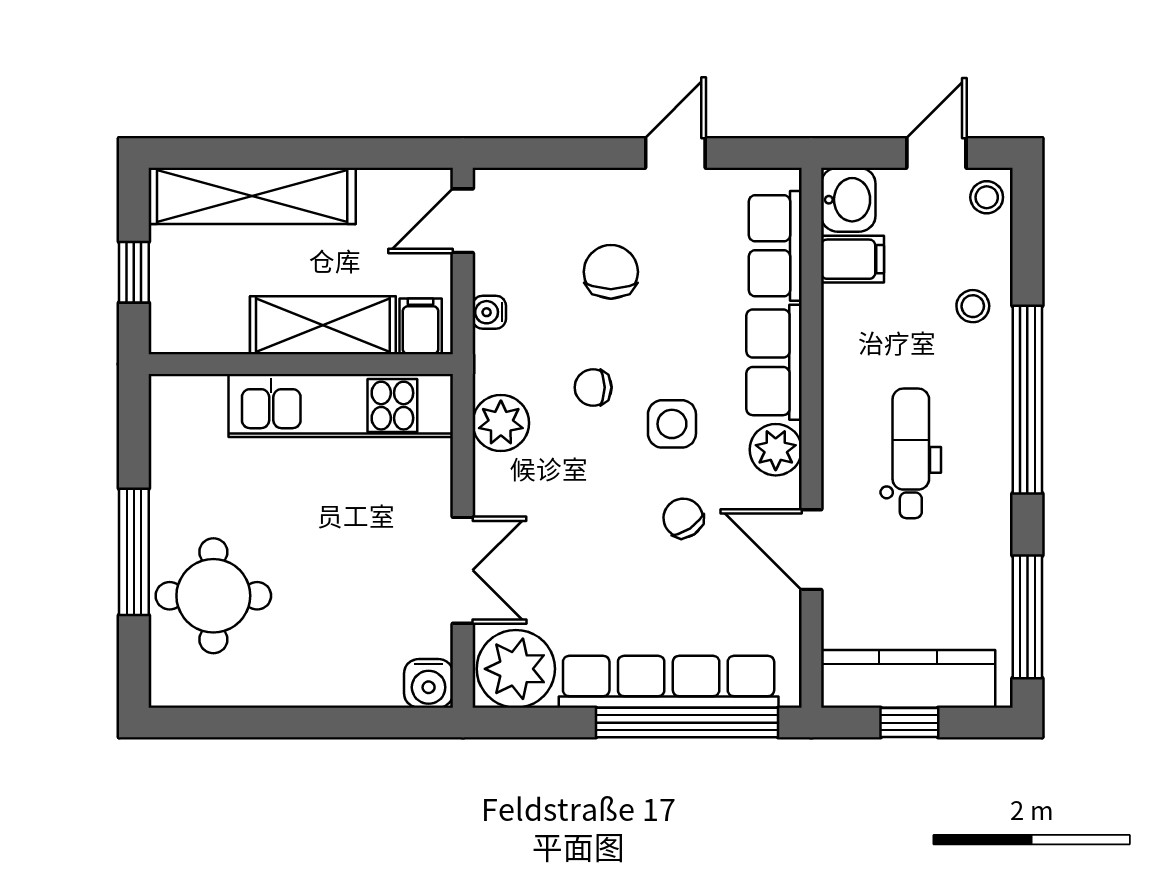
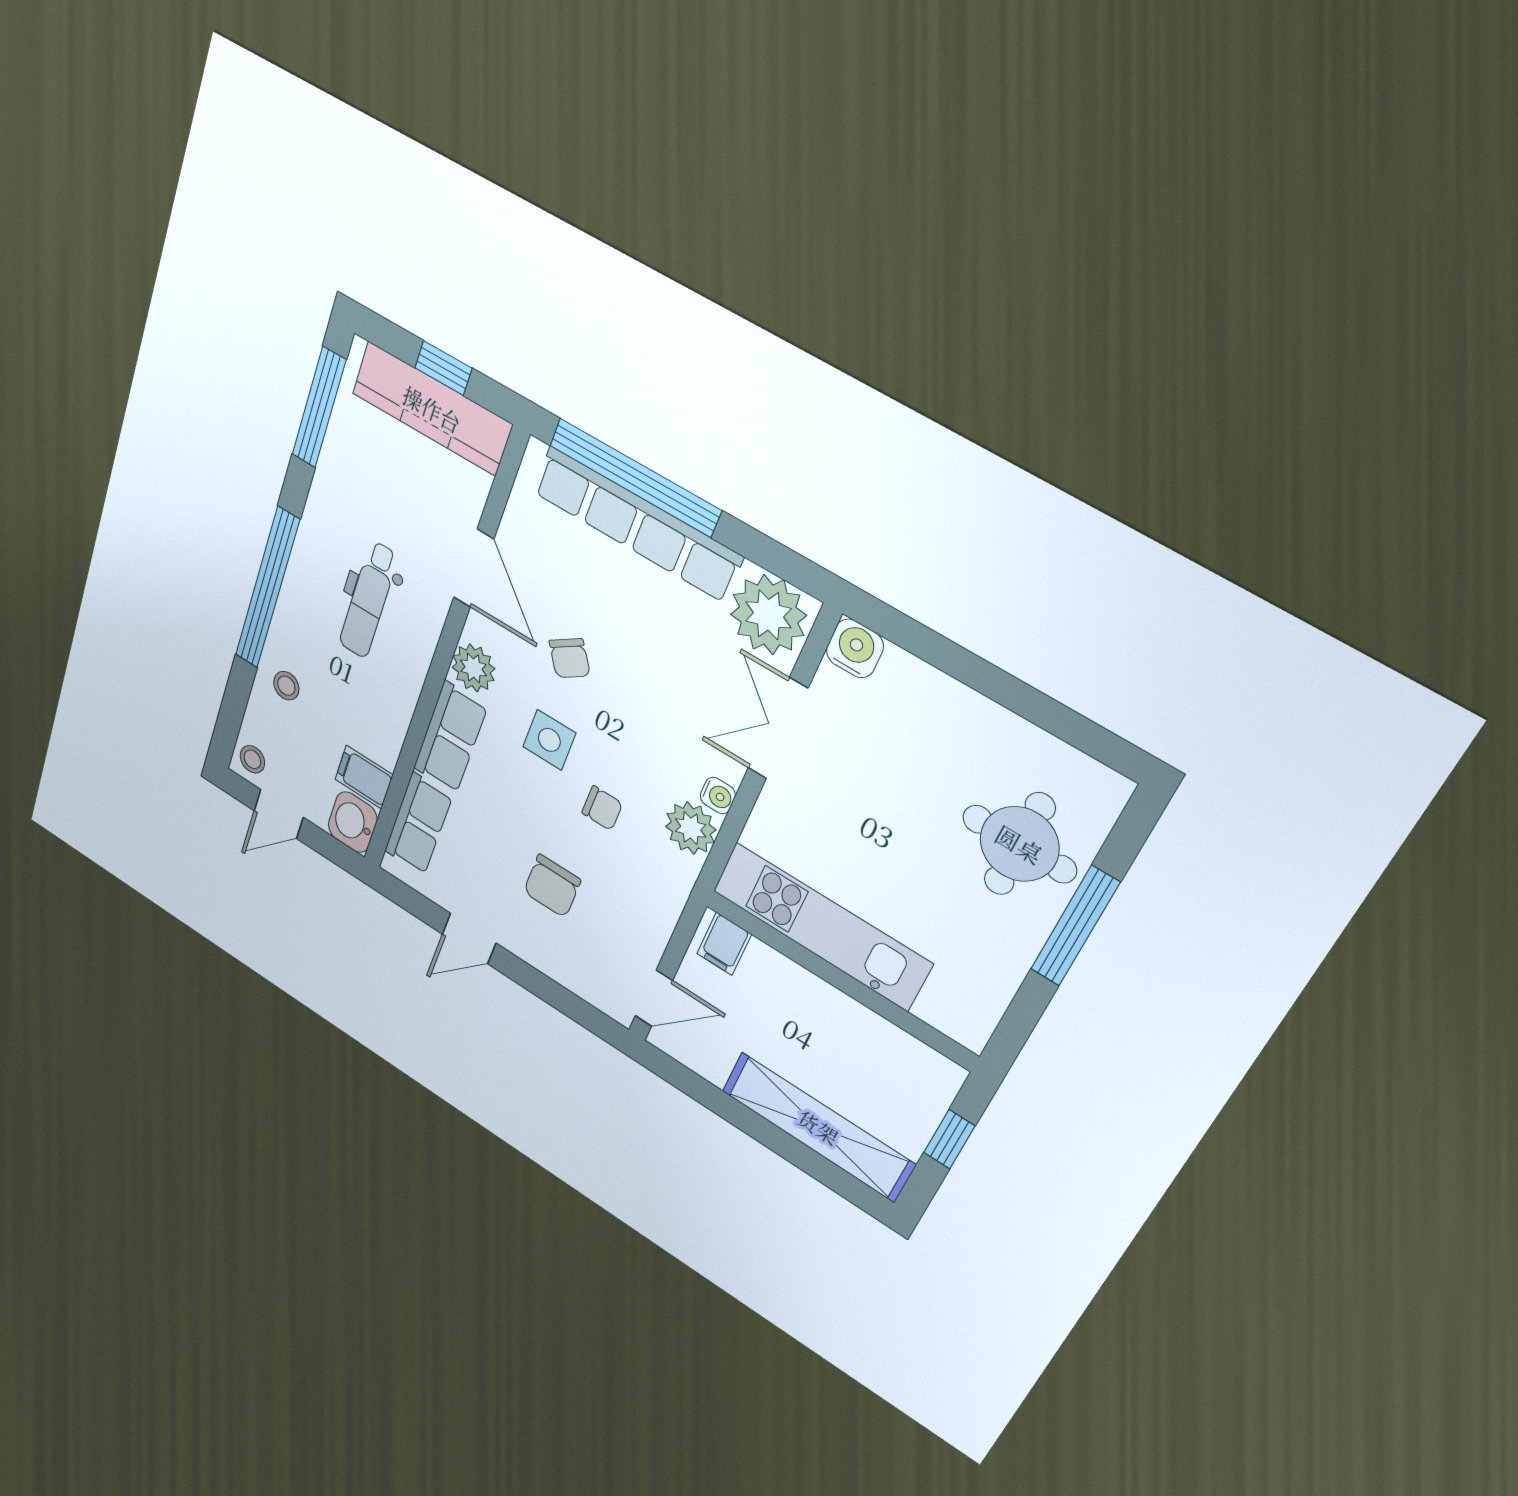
water cooler: (489, 312) -> (718, 796), moved
shelving: (323, 325) -> (806, 997), removed

